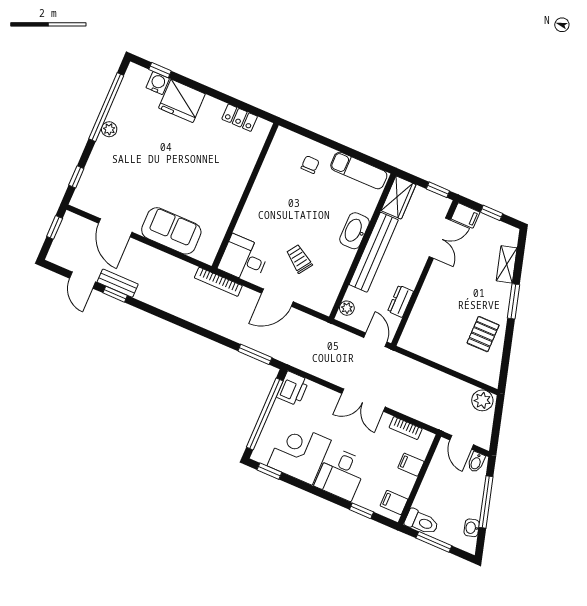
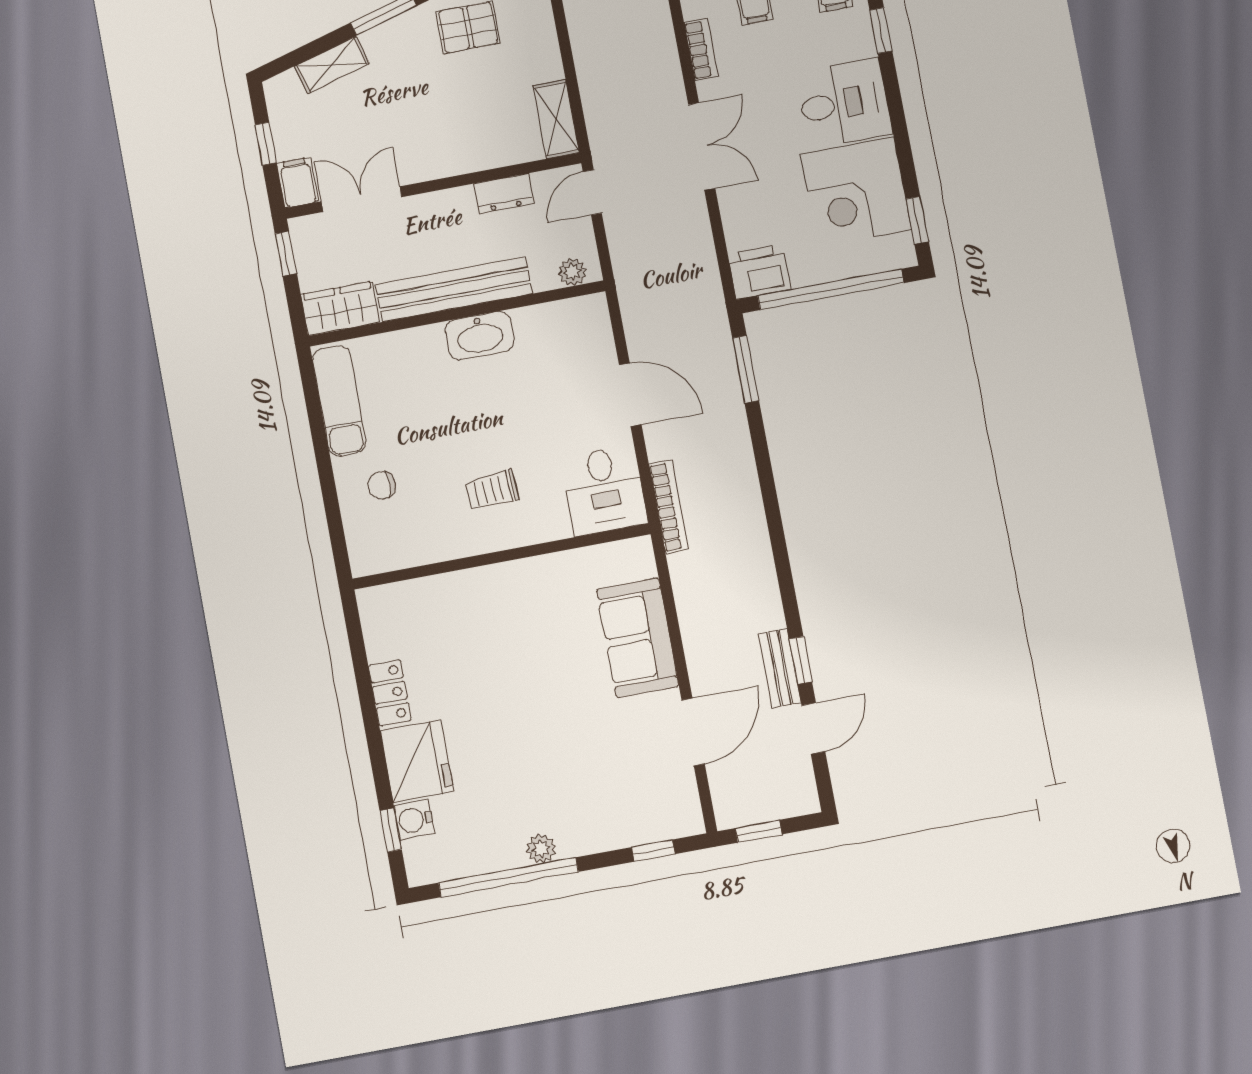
locker: (240, 118) -> (390, 693), moved
washbasin: (355, 231) -> (480, 335), moved
trolley: (299, 259) -> (492, 490), moved, turned 51
shelving: (418, 345) -> (556, 119), added

